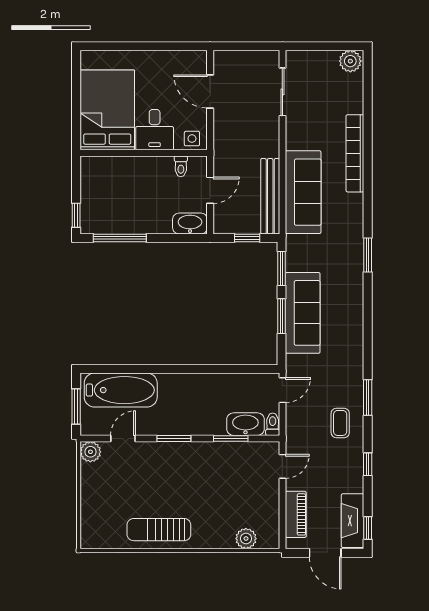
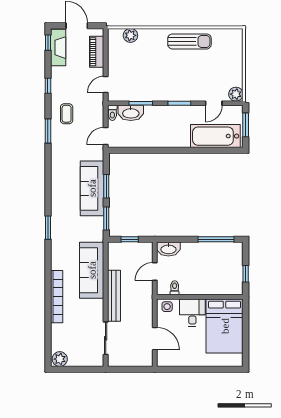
bench: (270, 196) -> (114, 296), moved
window: (76, 215) -> (246, 274), moved

